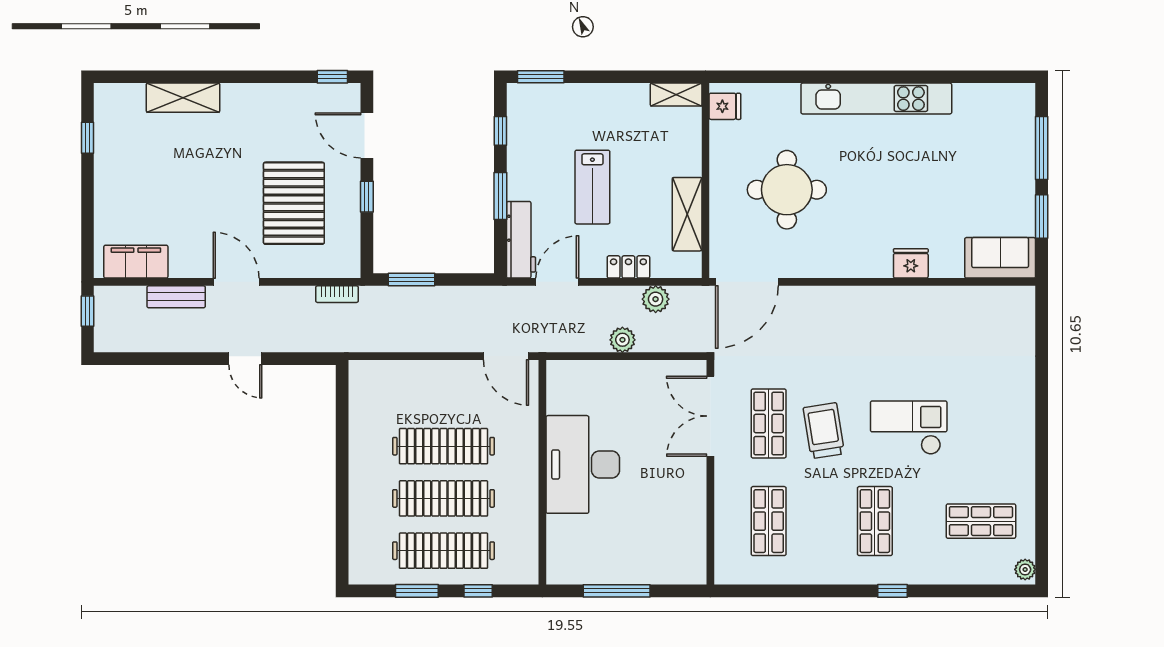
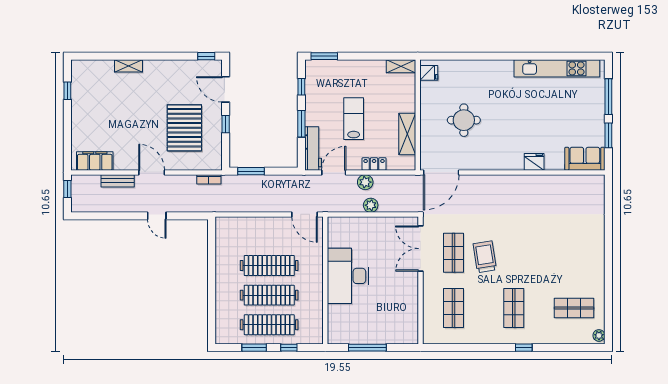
shelving: (183, 98) -> (128, 66), width x0.67, depth x0.75
kitchen unit: (876, 99) -> (557, 68), moved
lab bench: (592, 187) -> (354, 119), turned 180
round table: (787, 190) -> (464, 120), width x0.73, depth x0.73
plant: (656, 299) -> (365, 182), moved
checkout: (909, 428) -> (533, 255), removed

